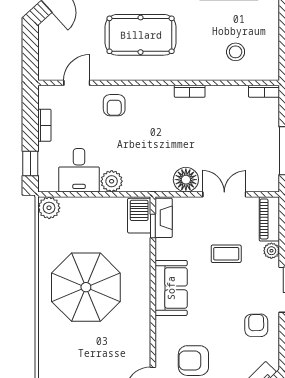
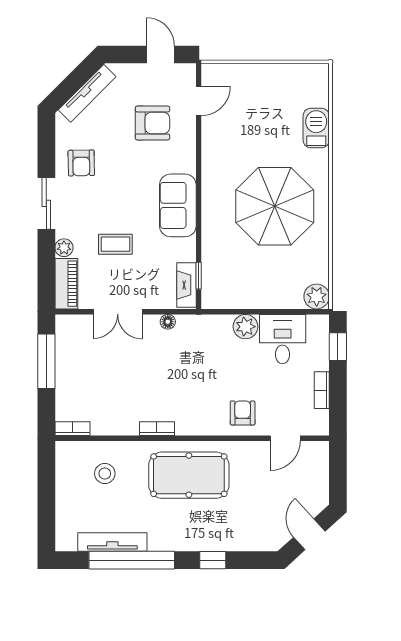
pool table: (141, 35) -> (189, 475), moved
floor lamp: (186, 180) -> (168, 322), width x0.53, depth x0.53
barbecue: (139, 216) -> (316, 128), moved, turned 180

